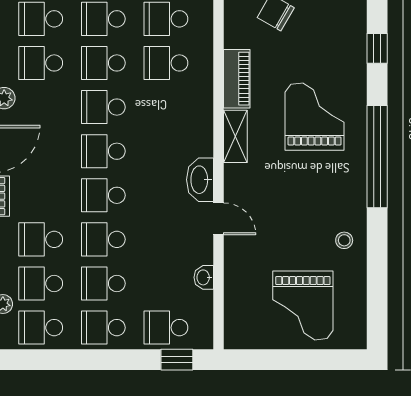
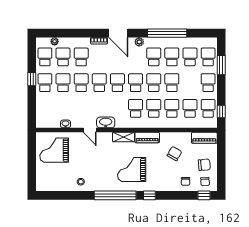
window: (377, 48) -> (149, 195), moved
grand piano: (314, 117) -> (132, 170), turned 180
door: (219, 219) -> (90, 130), hinge flipped
grand piano: (303, 305) -> (54, 150), moved
school desk: (166, 328) -> (136, 108), moved
window: (177, 360) -> (32, 79), moved

